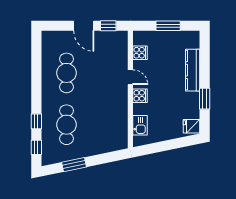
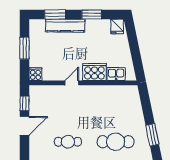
cooker: (140, 53) -> (35, 74), moved
window: (205, 59) -> (55, 14), added
cafe table: (66, 73) -> (68, 142), width x0.73, depth x0.74
cooker: (140, 96) -> (94, 72), width x1.87, depth x1.31

